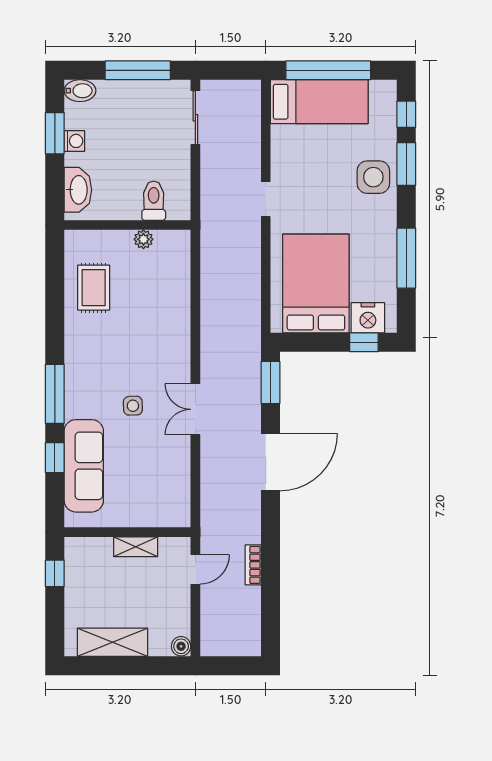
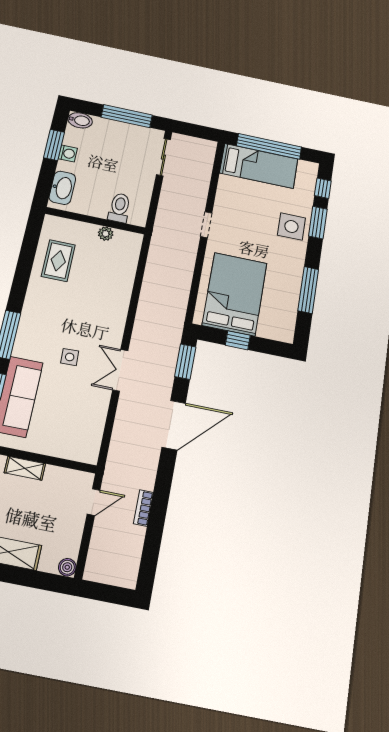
nightstand: (368, 318) -> (272, 328), removed
window: (364, 342) -> (238, 340), moved
shelving: (136, 547) -> (25, 468), moved

